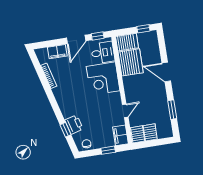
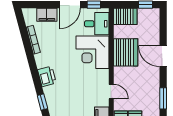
server rack: (131, 62) -> (126, 52), moved
door: (125, 111) -> (111, 92), hinge flipped
printer: (74, 125) -> (47, 76), moved

